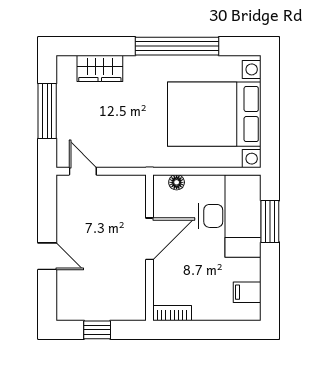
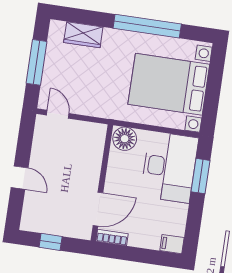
floor lamp: (177, 182) -> (125, 139), width x1.89, depth x1.89
door: (150, 239) -> (98, 209), moved
filing cabinet: (247, 292) -> (172, 244), moved

